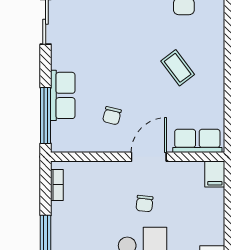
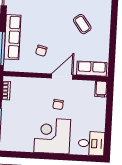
row of seats: (63, 95) -> (12, 37), width x1.48

